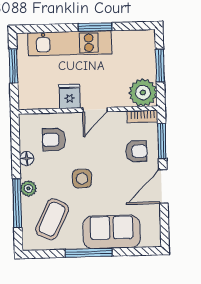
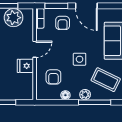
plant: (143, 93) -> (14, 18), moved
door: (95, 110) -> (35, 49), hinge flipped
armchair: (136, 151) -> (63, 23), turned 180

